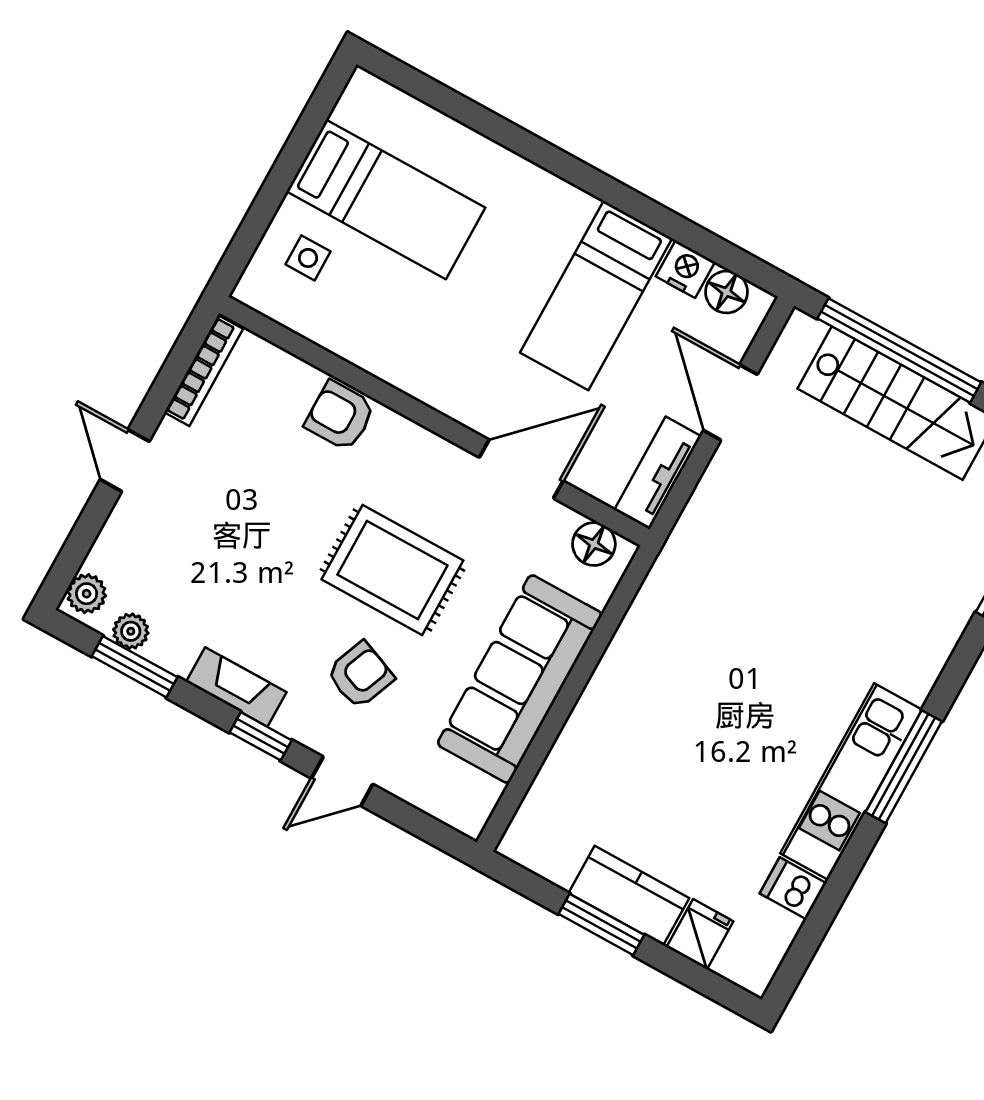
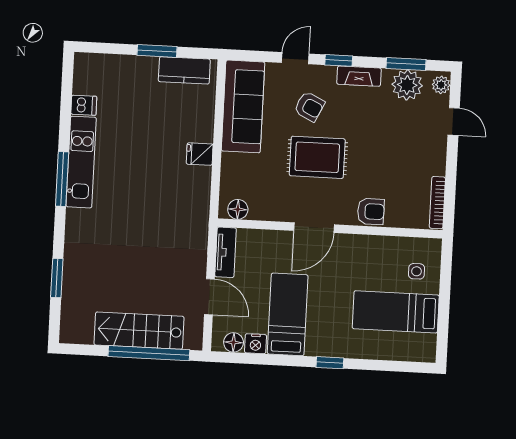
window: (560, 163) -> (330, 363), added
door: (125, 460) -> (454, 122), moved
door: (521, 469) -> (314, 228), moved
plant: (131, 631) -> (407, 85), width x1.88, depth x1.88
armchair: (360, 675) -> (309, 107), turned -86
sofa: (520, 679) -> (243, 106), moved
kitchen counter: (629, 896) -> (184, 70), moved
fridge: (700, 934) -> (200, 154), moved, turned 90

